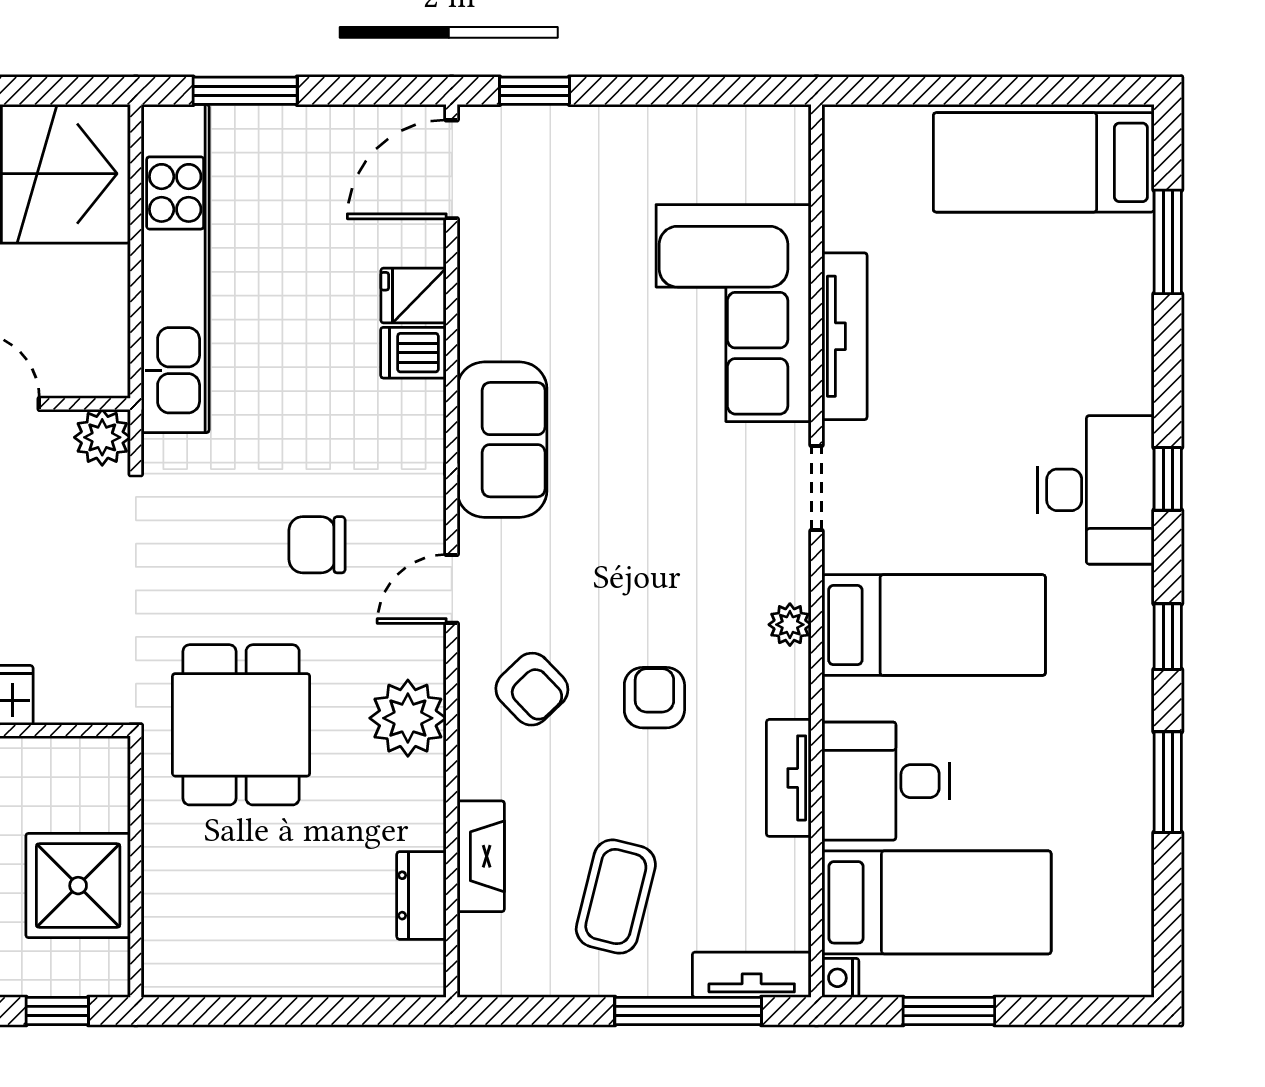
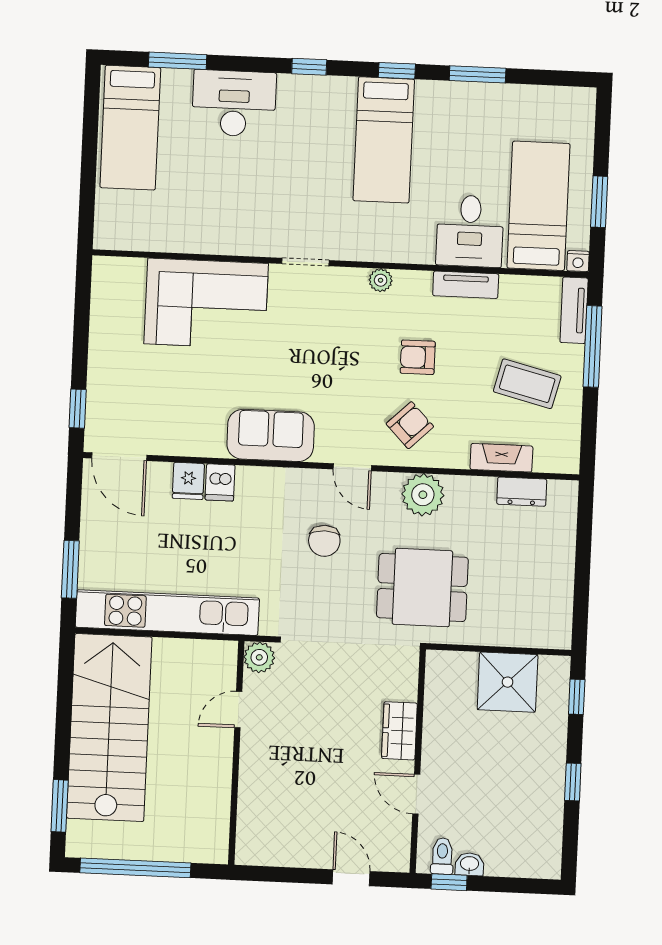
tv unit: (845, 336) -> (222, 243), removed
desk: (1096, 490) -> (234, 103), moved
bed: (934, 625) -> (384, 140), moved, turned 180

